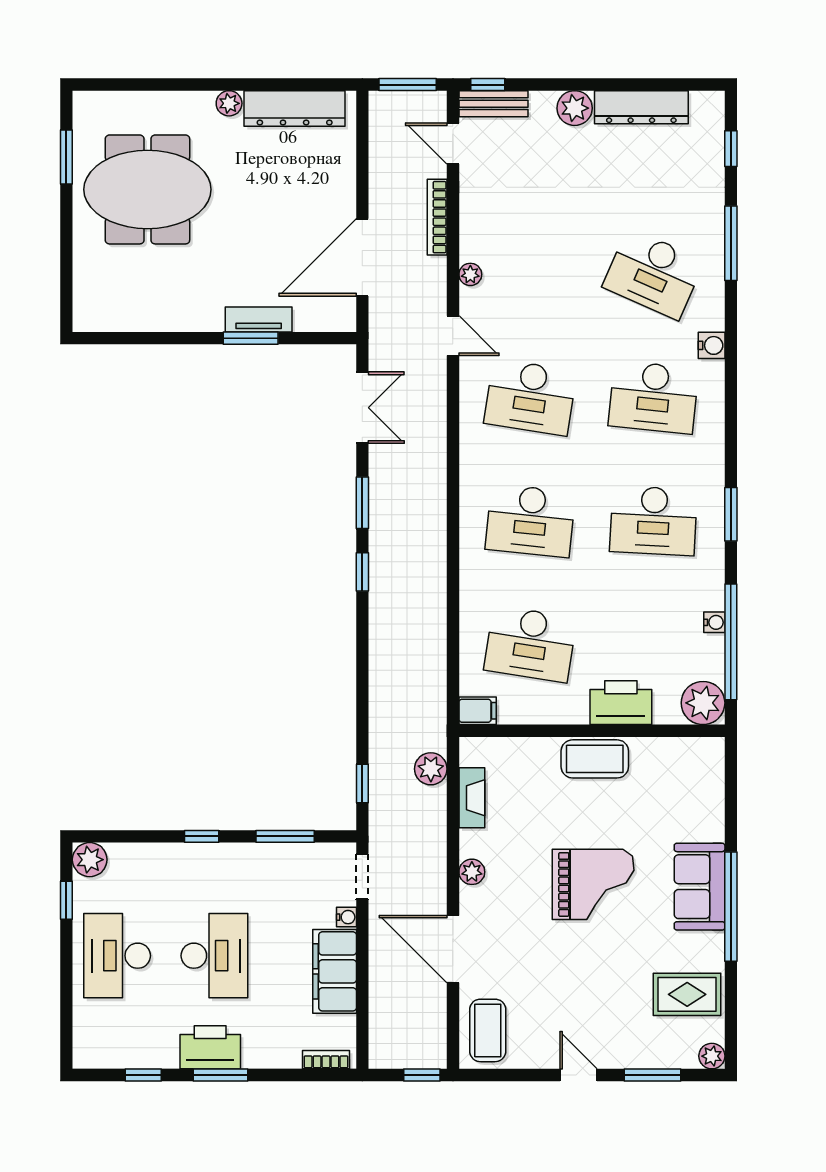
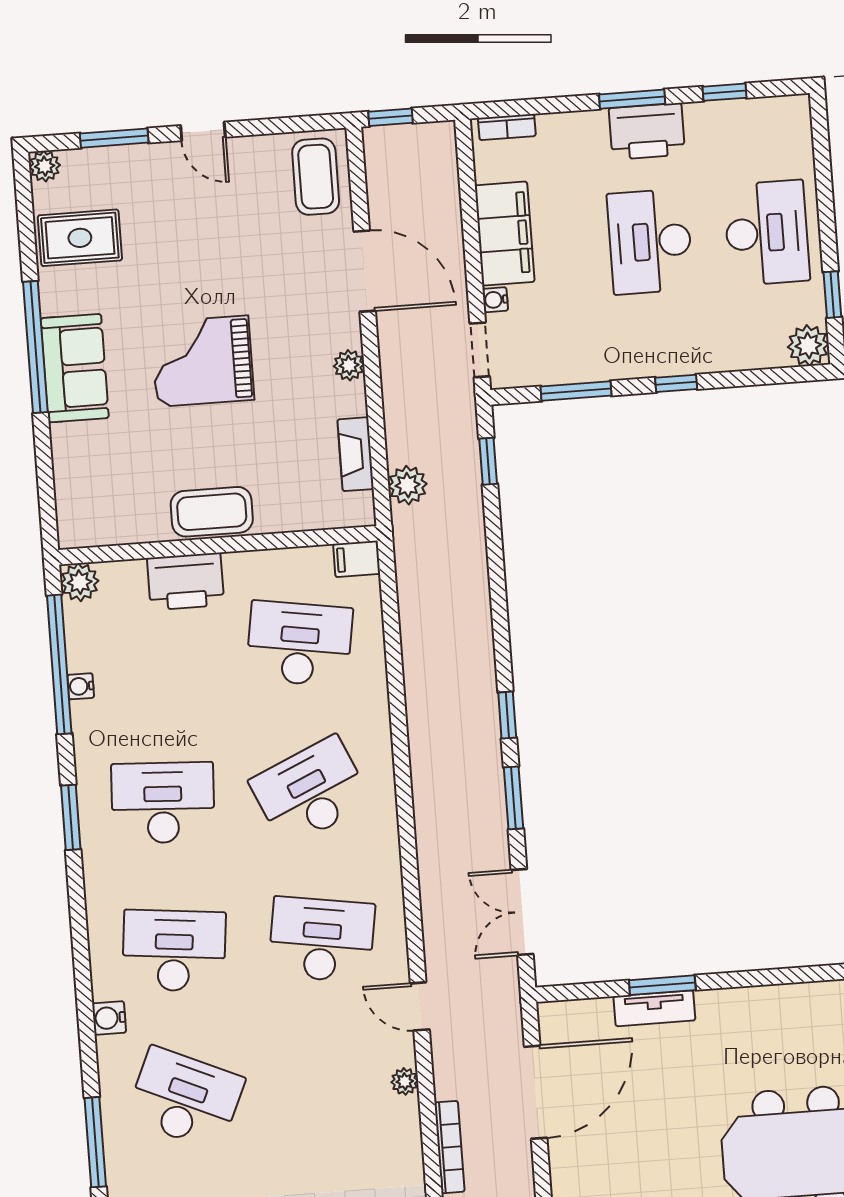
desk: (530, 521) -> (311, 792), turned -30
plant: (703, 703) -> (80, 582), width x0.73, depth x0.73

